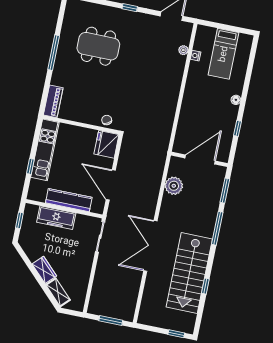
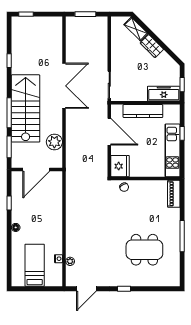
freezer: (56, 218) -> (164, 94), moved
stairs: (189, 273) -> (26, 108), moved

